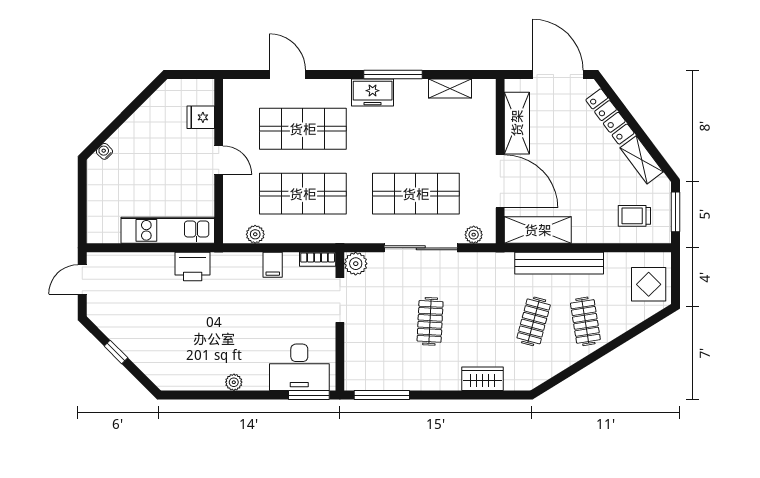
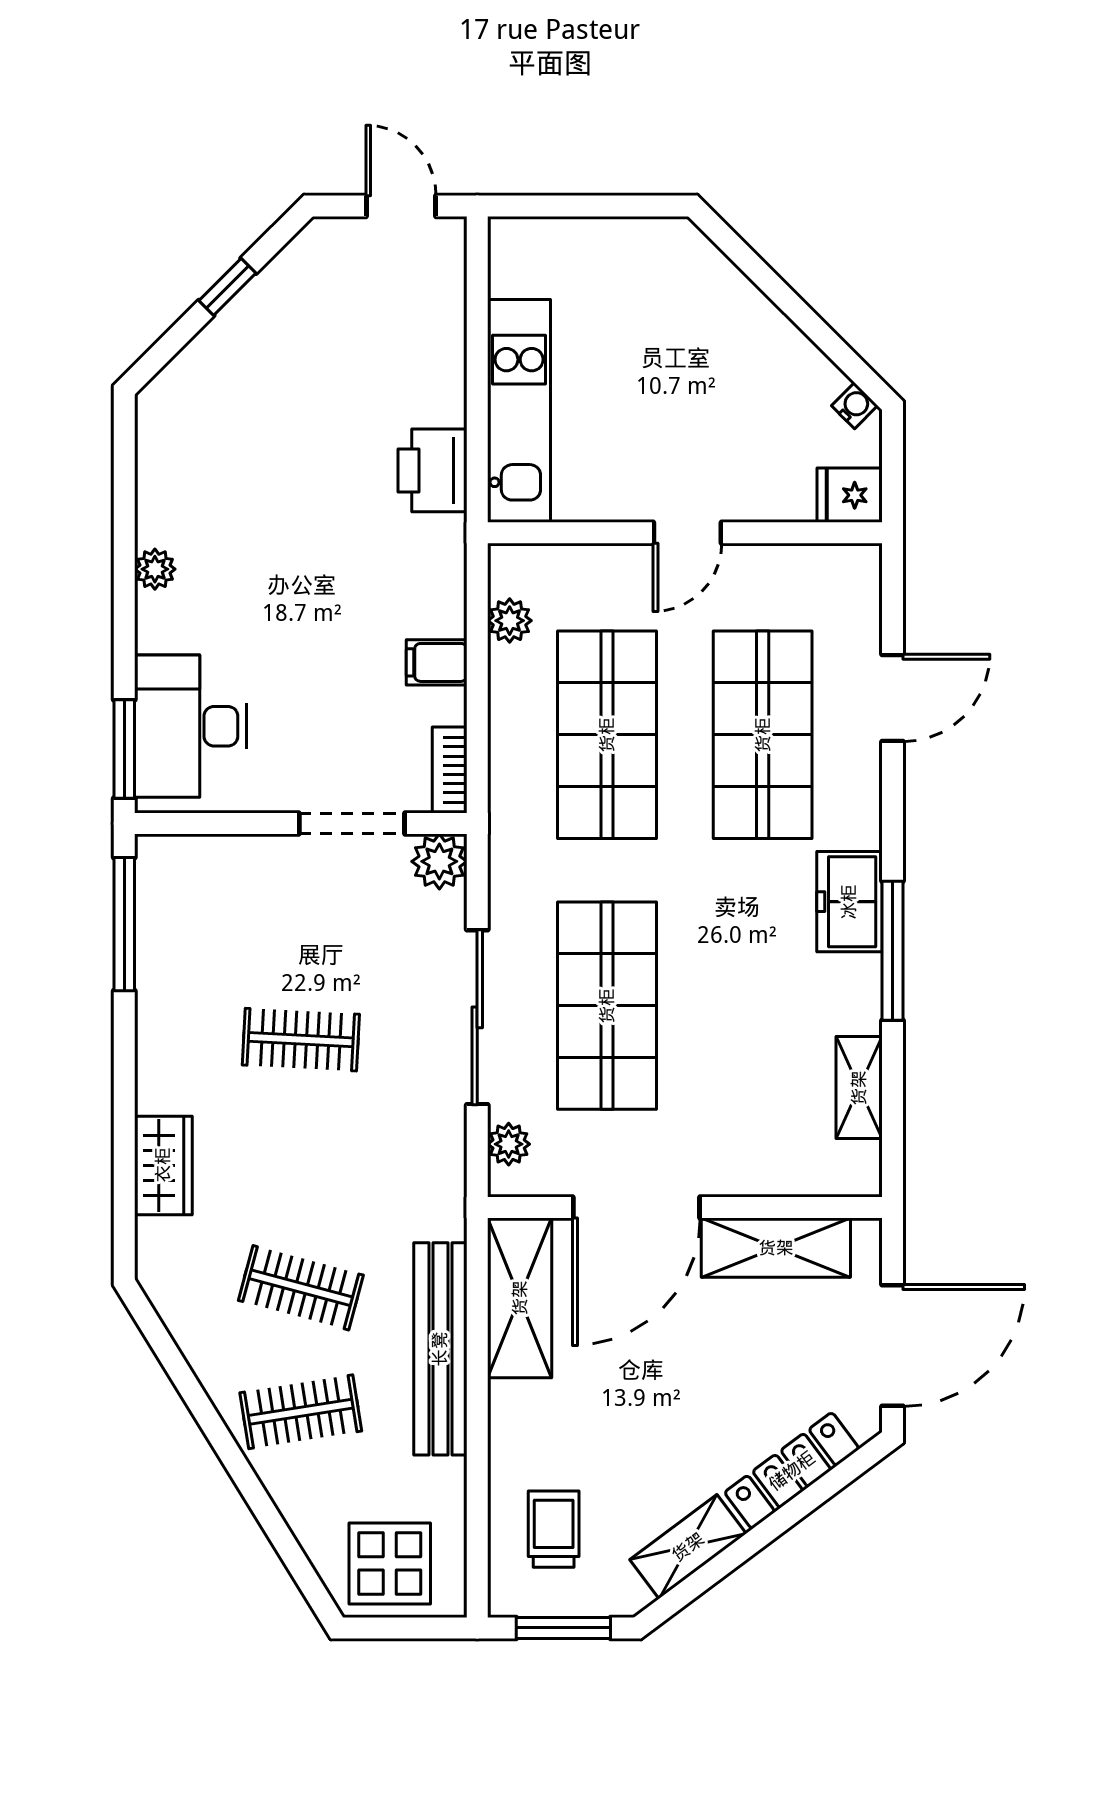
fridge: (201, 117) -> (850, 495), moved, turned -90
water cooler: (104, 151) -> (855, 406), moved

